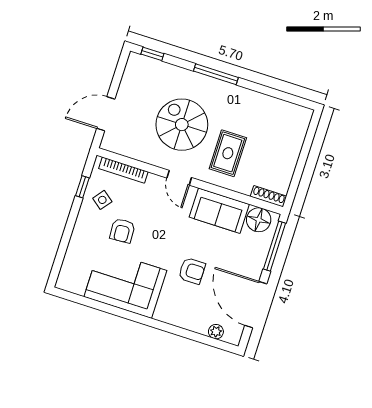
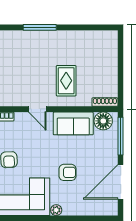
spiral stairs: (182, 125) -> (27, 71), removed
door: (256, 305) -> (121, 182), hinge flipped
plant: (216, 332) -> (56, 210), moved

